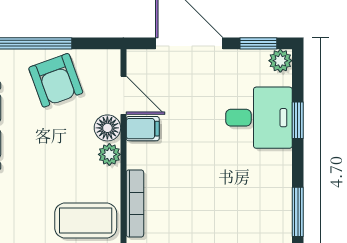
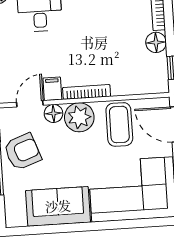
plant: (109, 154) -> (79, 117), width x1.88, depth x1.88
bookcase: (135, 203) -> (87, 92), moved

